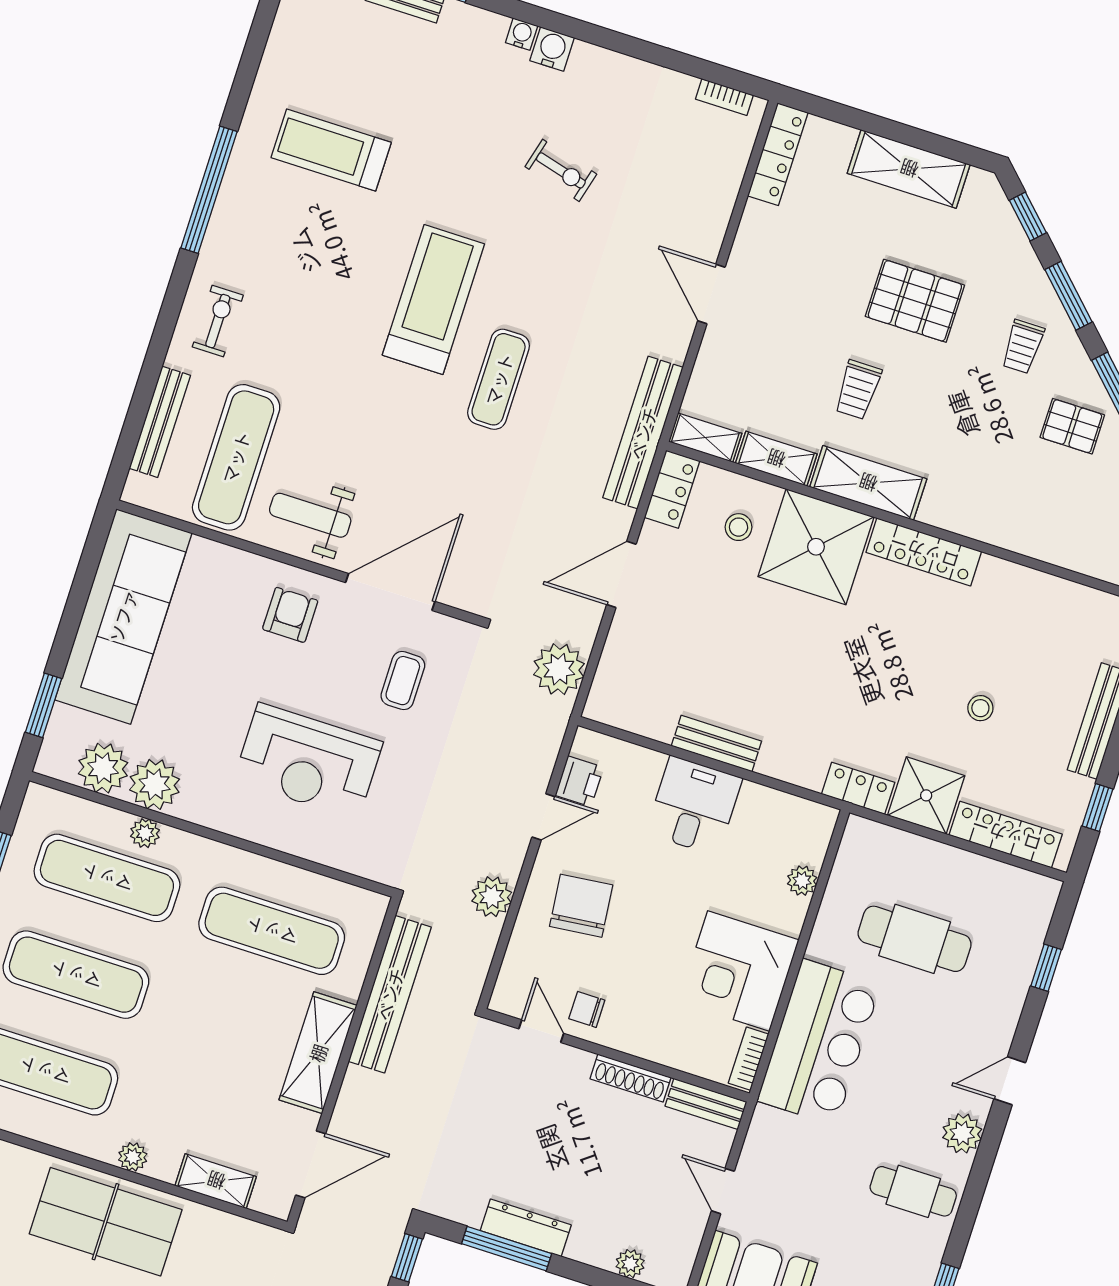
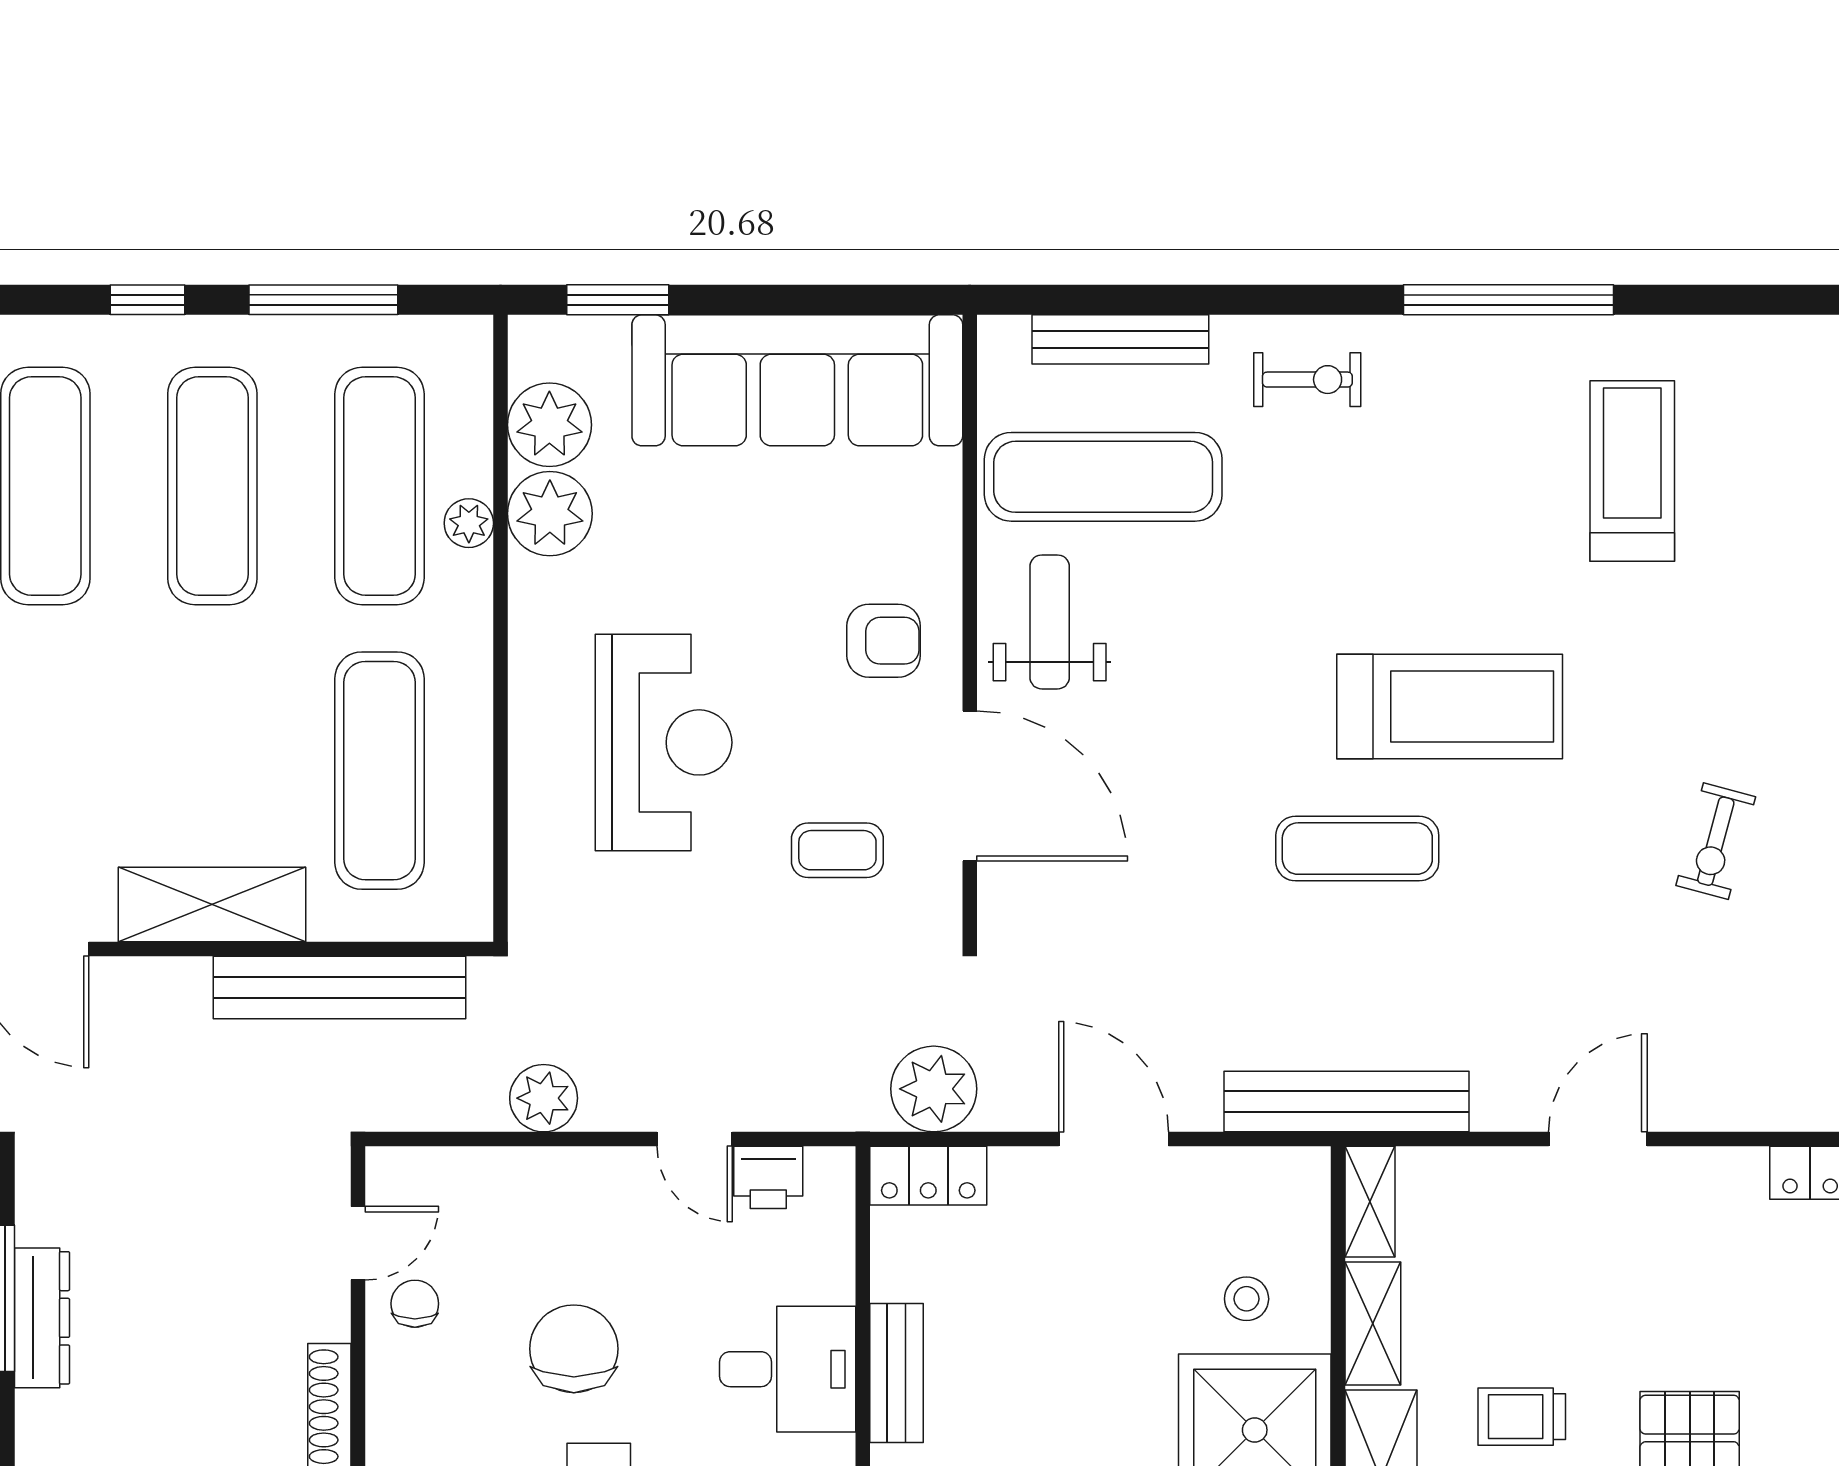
locker: (672, 489) -> (928, 1176), moved
reception desk: (308, 761) -> (664, 742), turned 180
chair: (581, 906) -> (574, 1349), moved, turned -84

